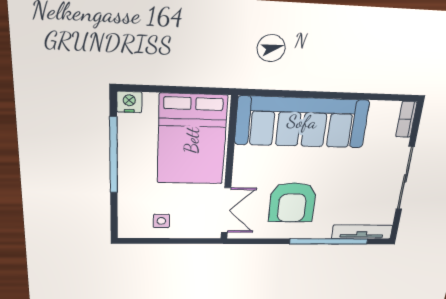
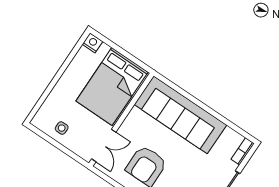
window: (114, 155) -> (63, 69), removed

